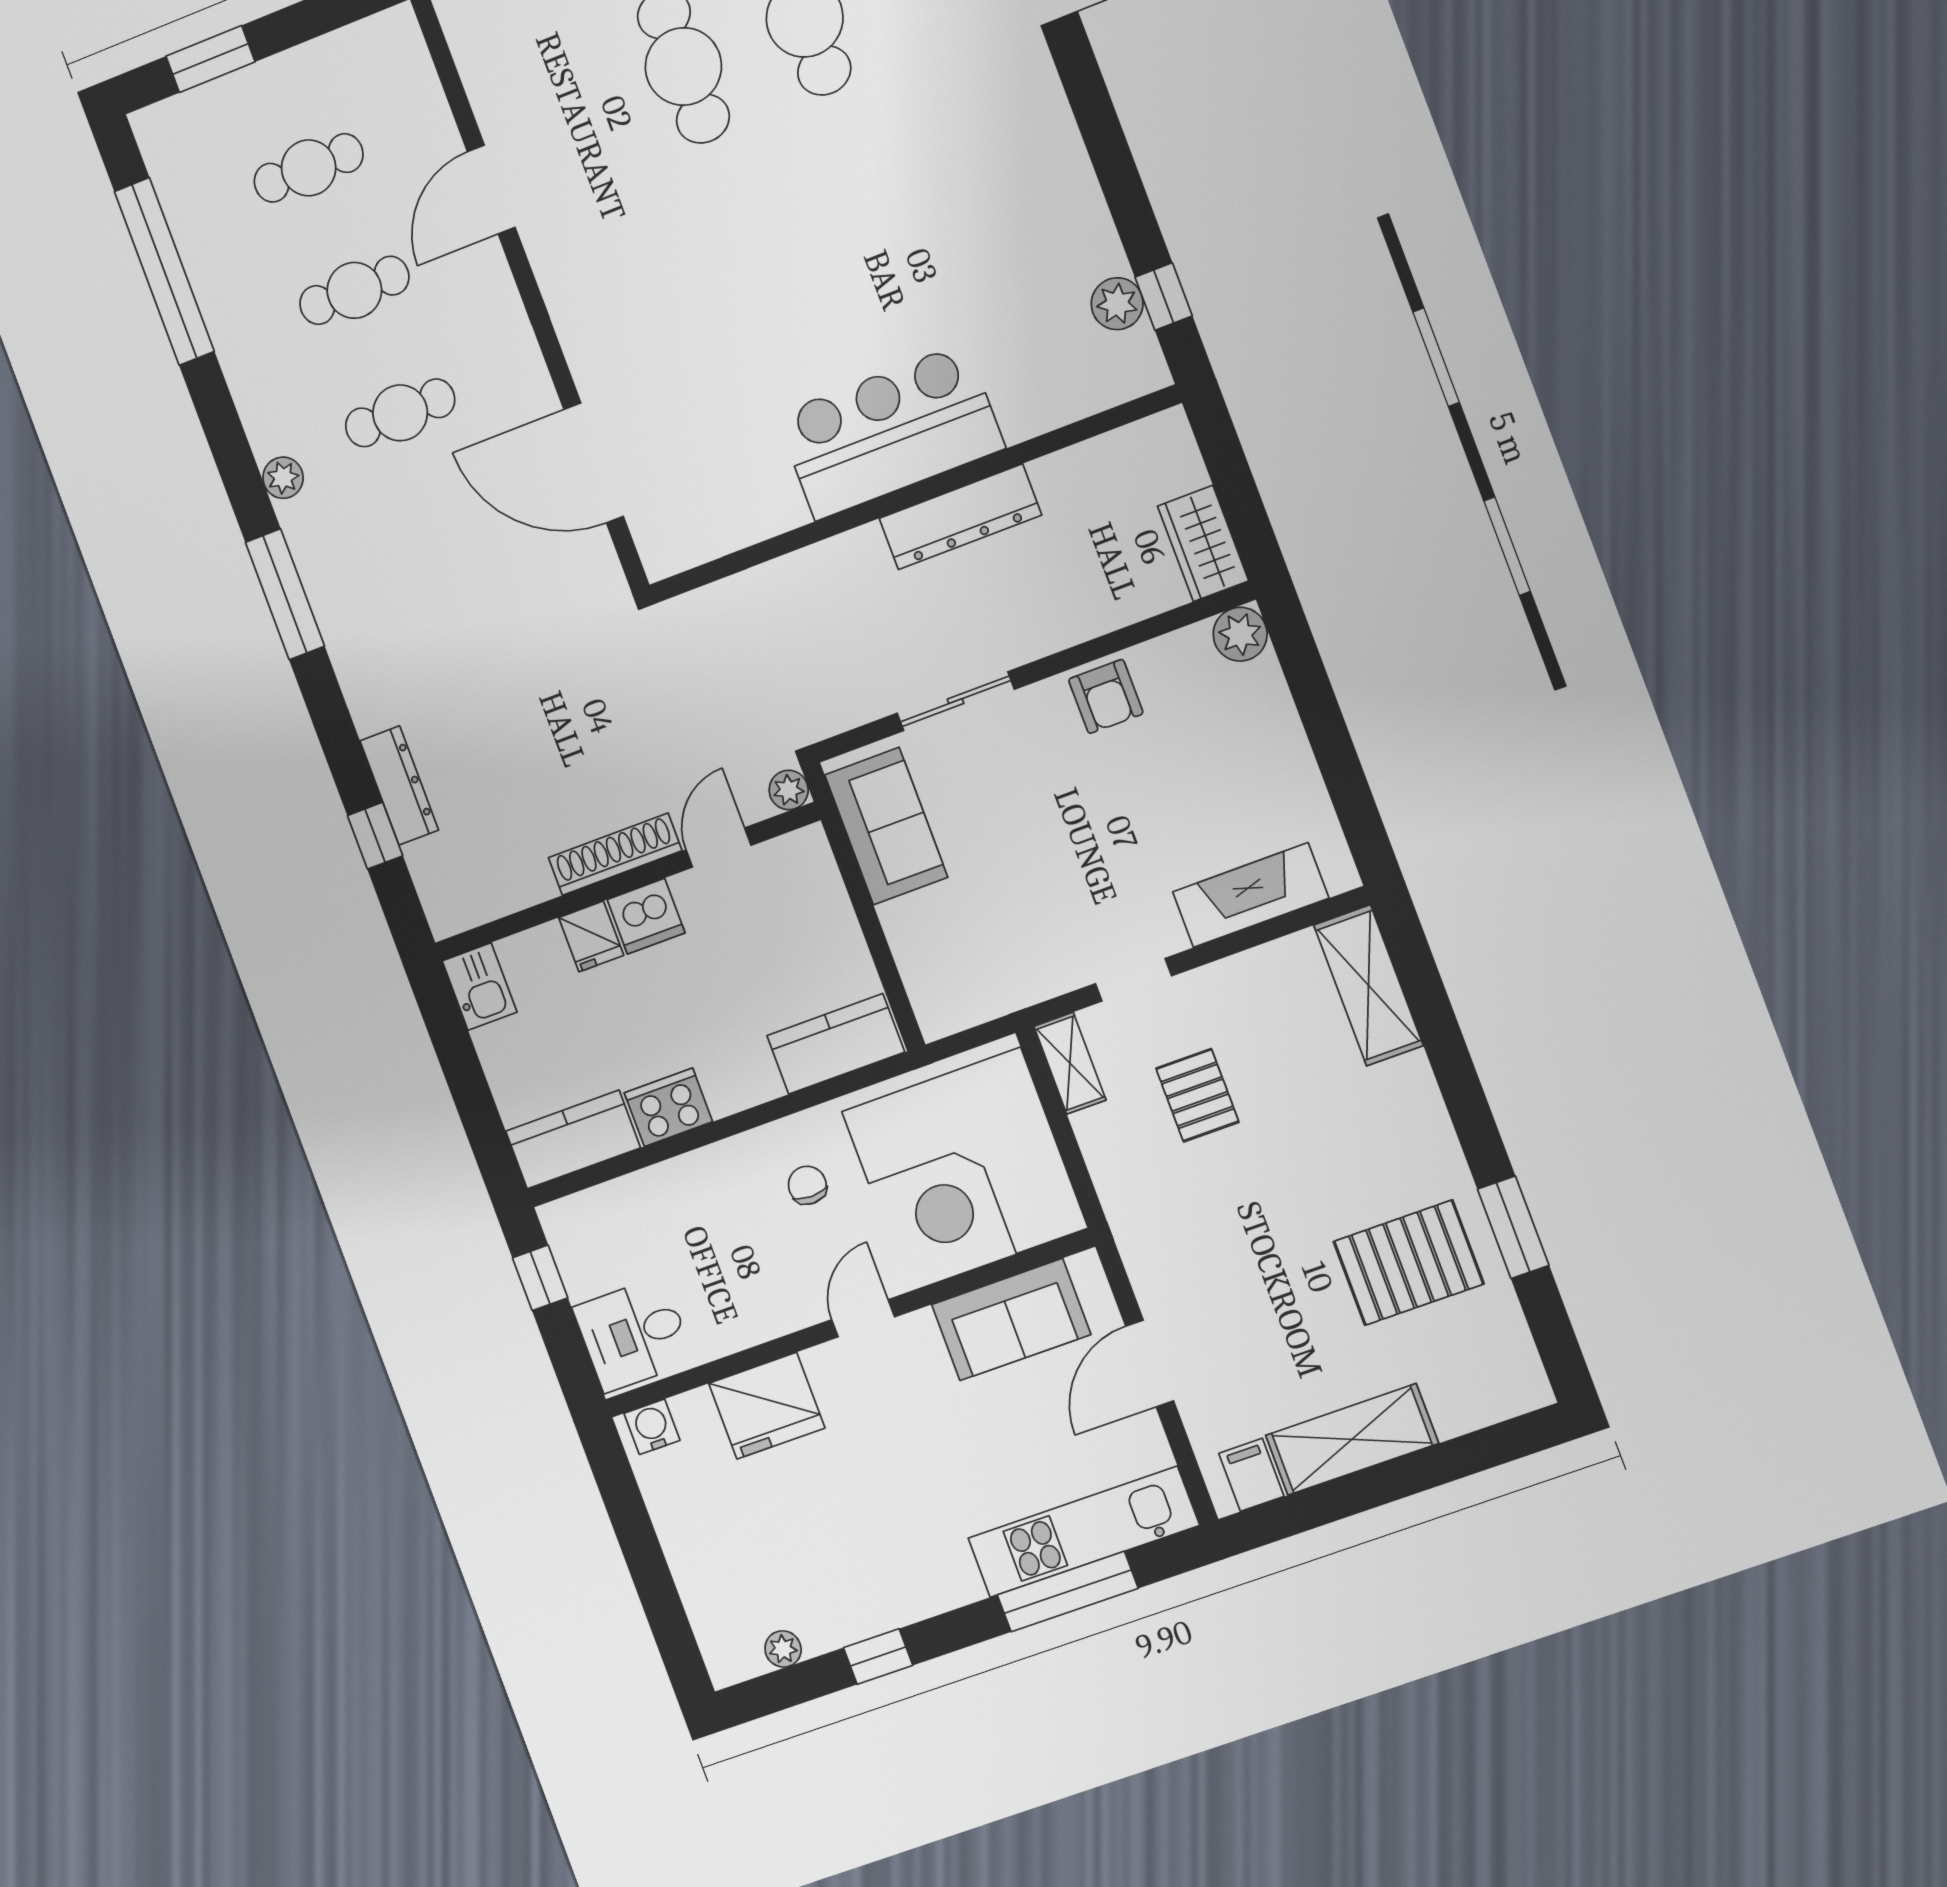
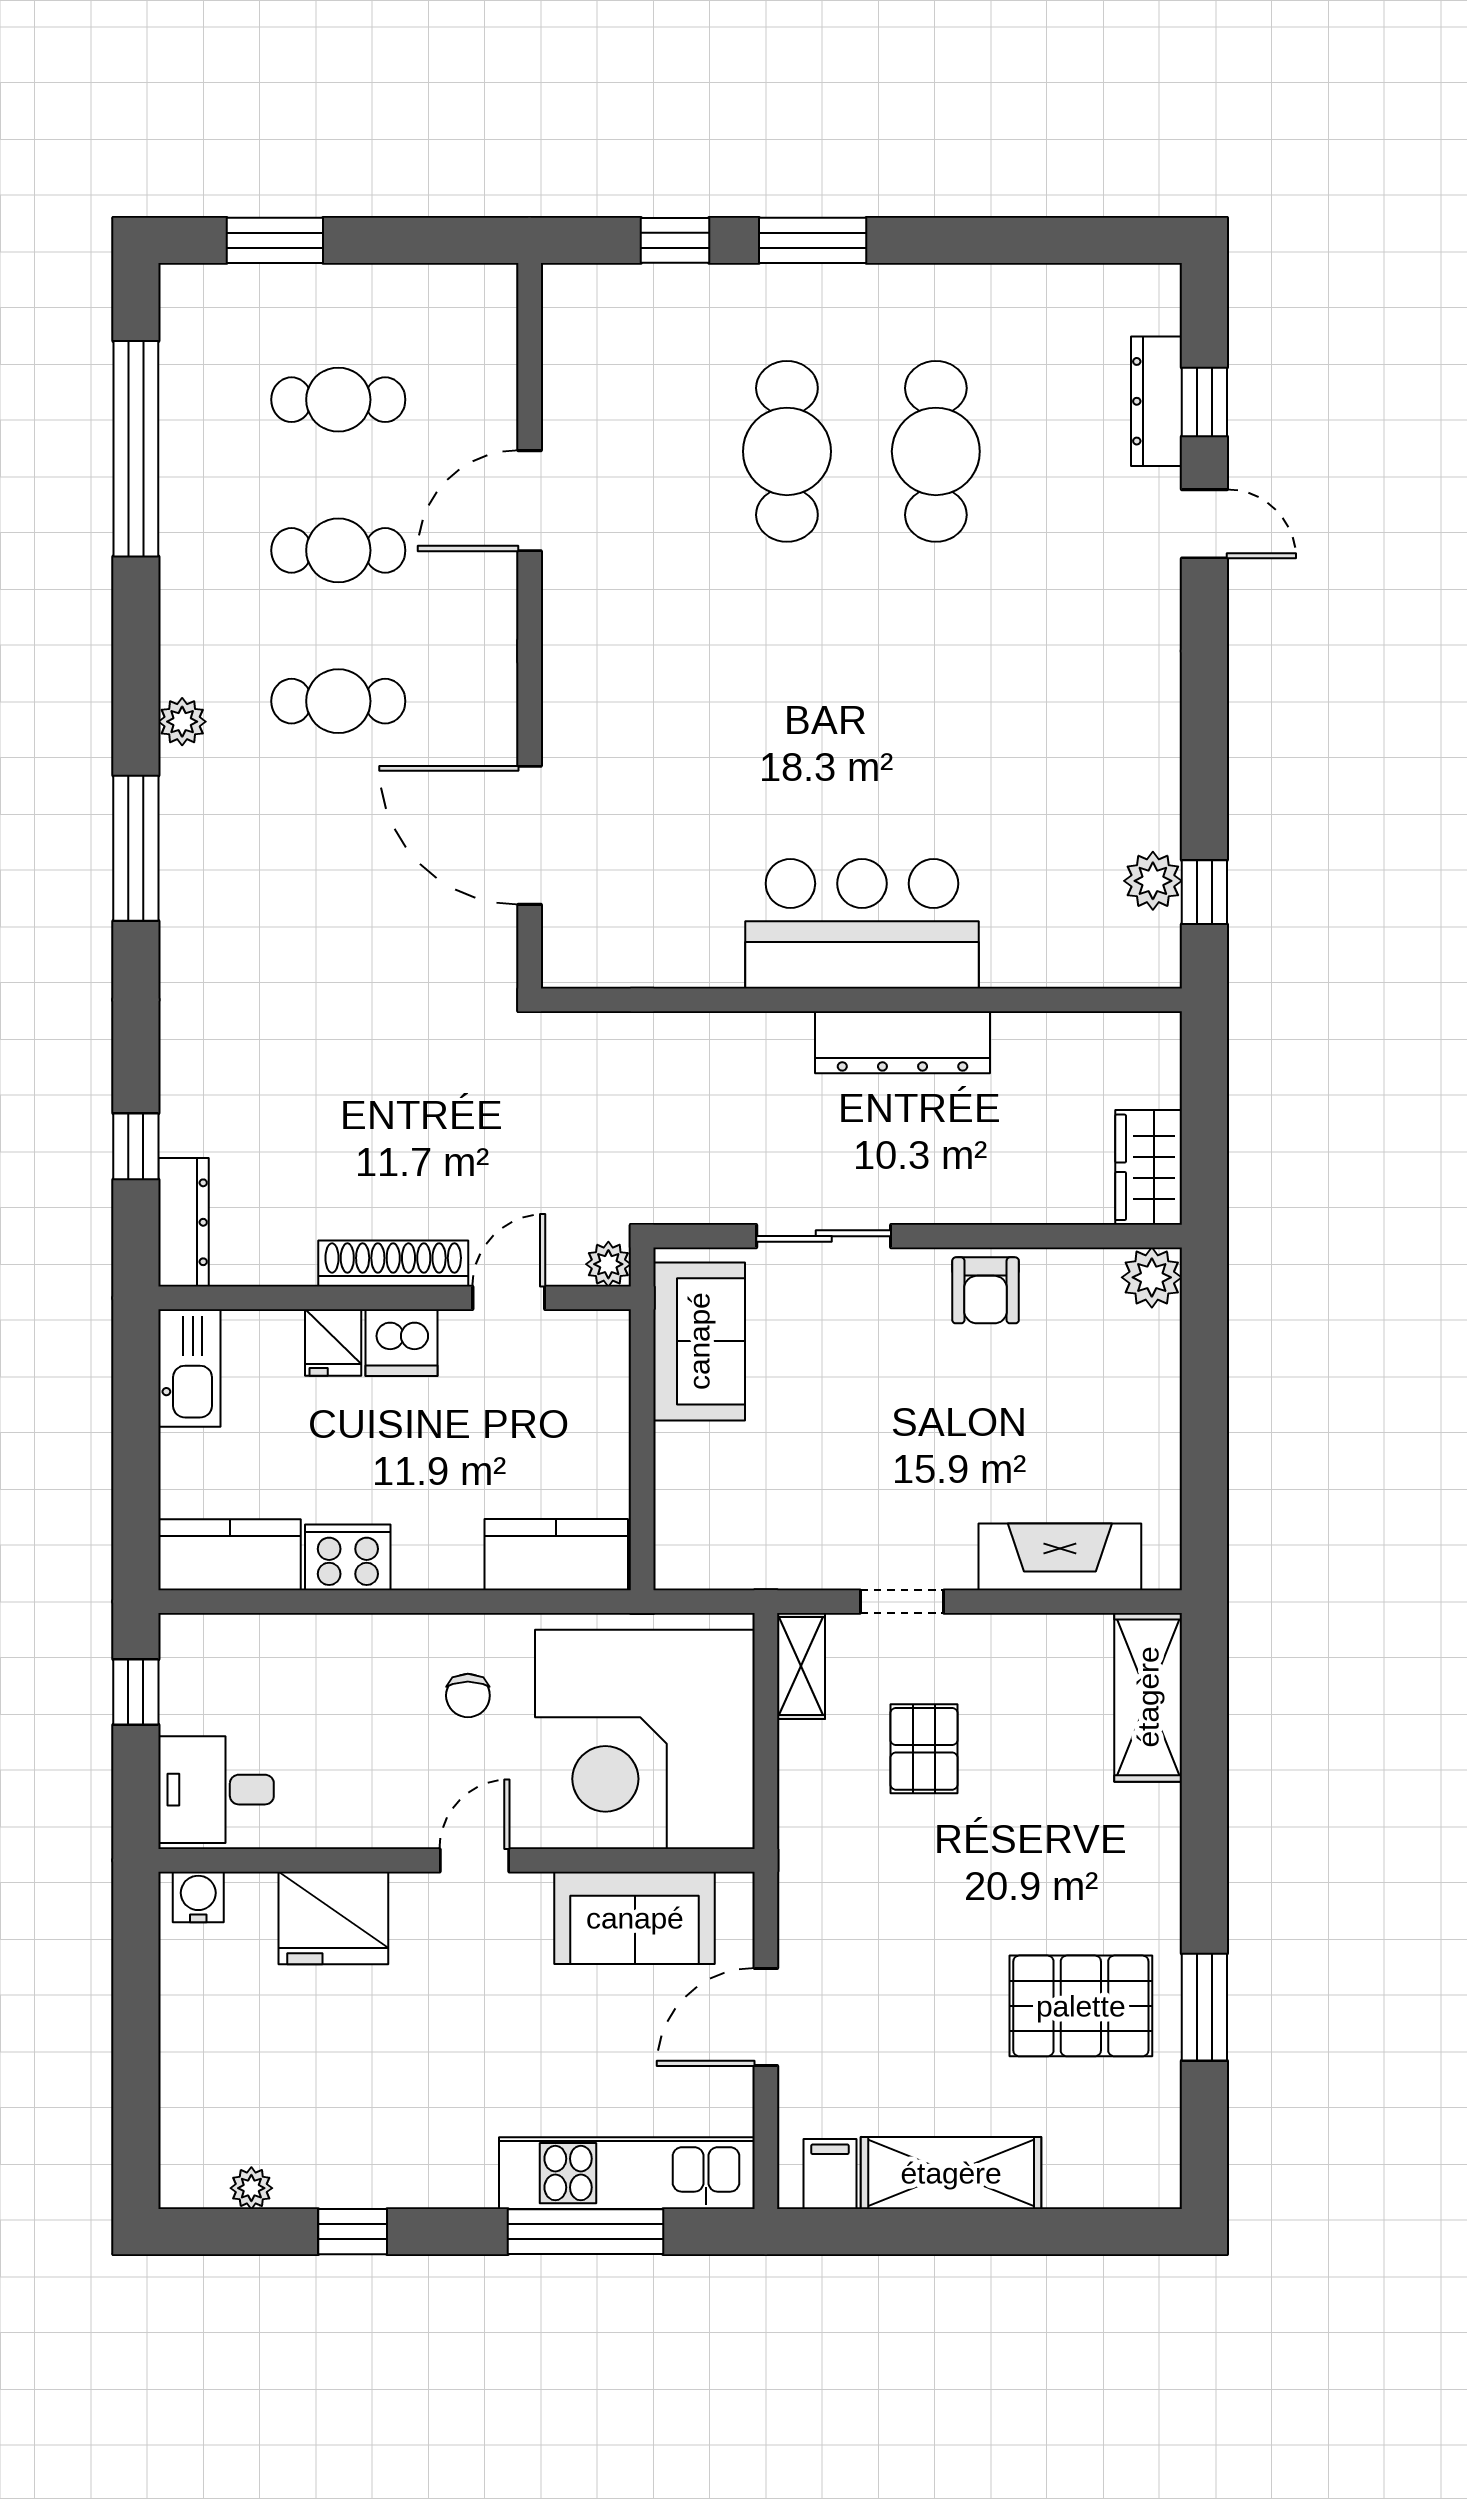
dresser: (399, 785) -> (184, 1222), moved
kitchen sink: (480, 986) -> (189, 1368), width x1.38
chair: (807, 1185) -> (468, 1696), turned 180

